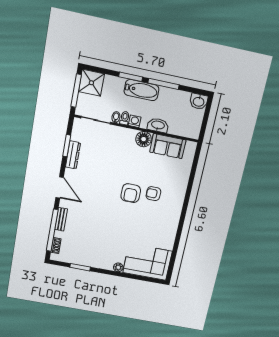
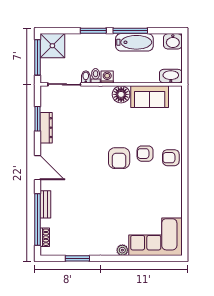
bathtub: (141, 90) -> (134, 42), moved
washbasin: (158, 125) -> (171, 76), moved
armchair: (174, 201) -> (171, 158), added

